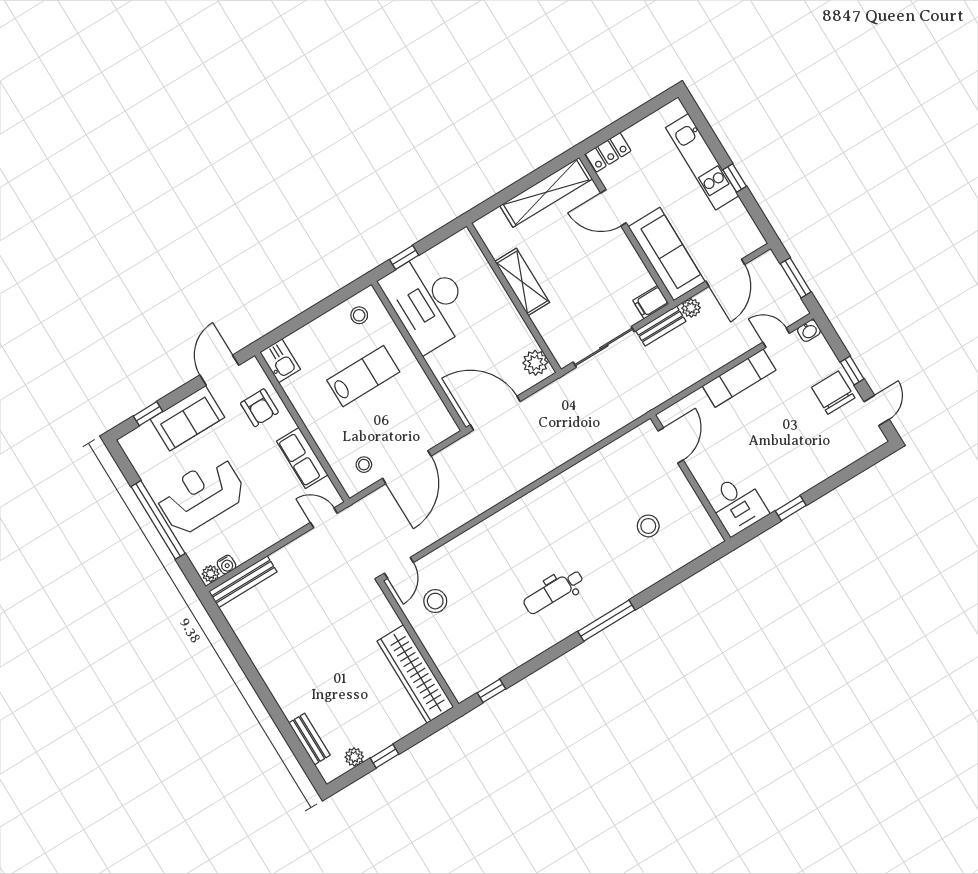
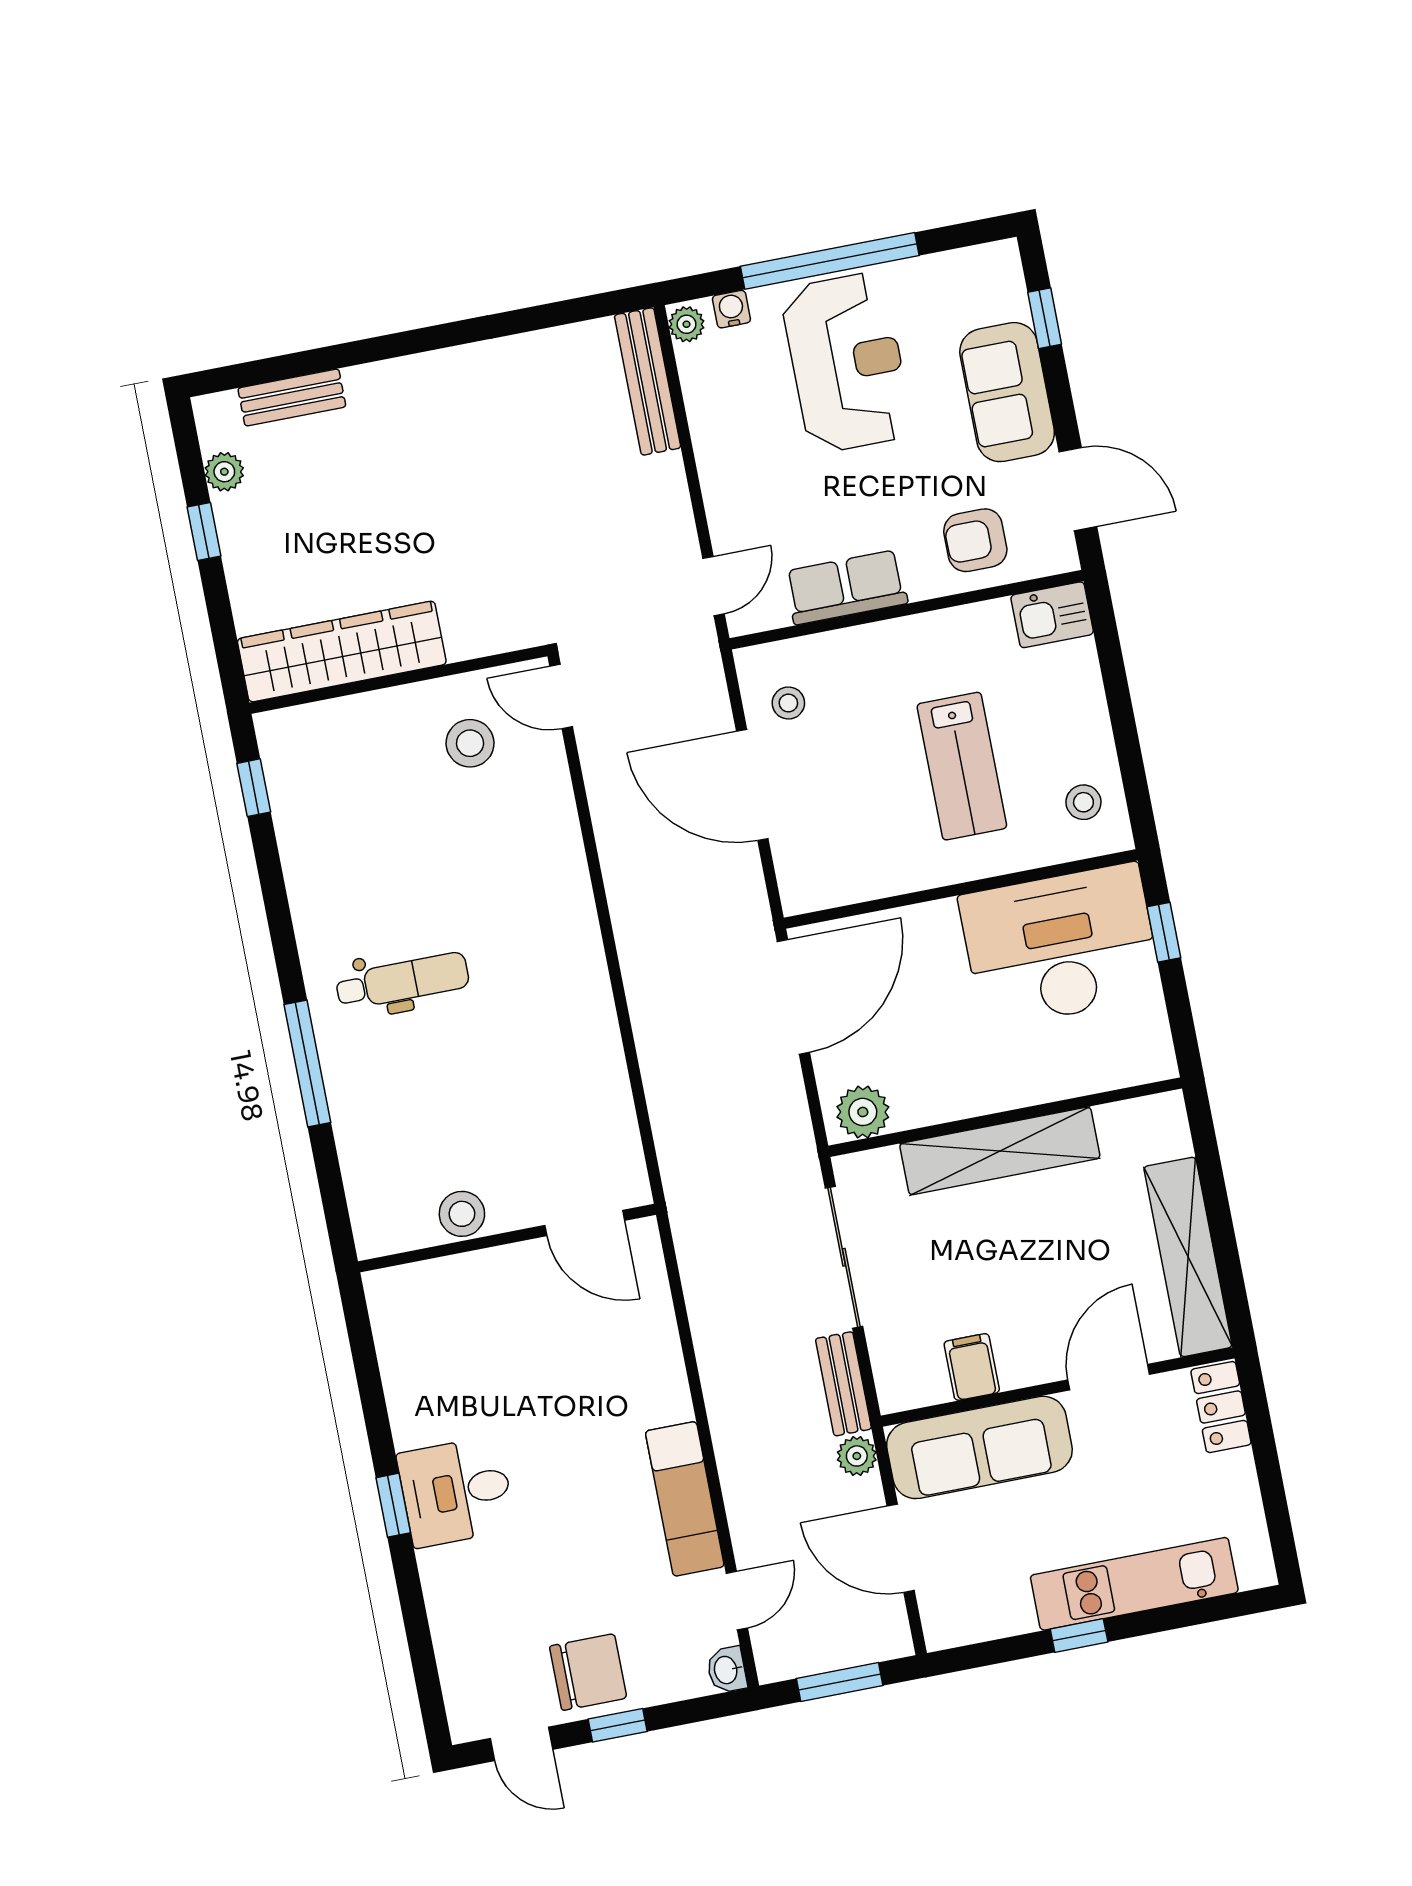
shelving: (522, 282) -> (1000, 1151), width x1.47
filing cabinet: (651, 302) -> (972, 1367), moved
door: (671, 446) -> (585, 1223), moved
wall: (690, 478) -> (507, 1238), moved
desk: (737, 505) -> (456, 1492), moved
water cooler: (226, 565) -> (731, 309), moved, turned 90
dental chair: (553, 592) -> (402, 981), turned 90

